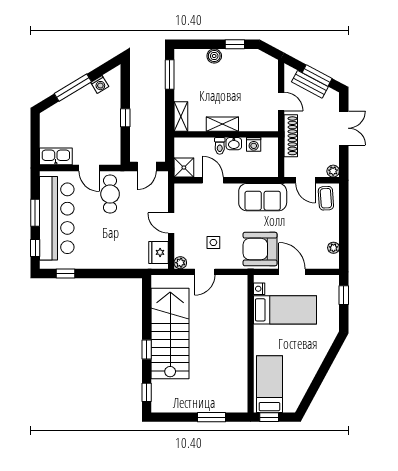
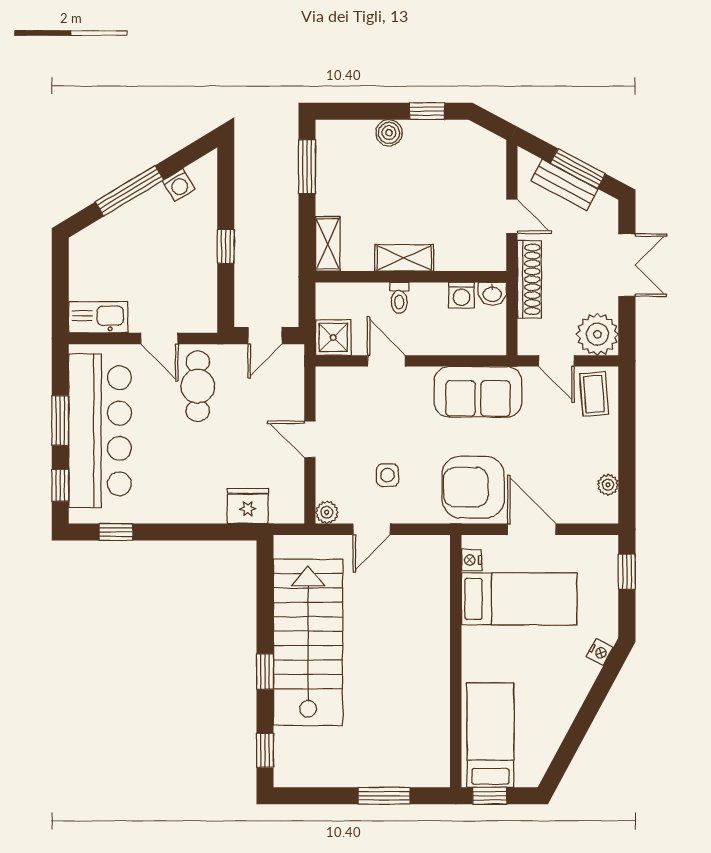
washbasin: (234, 144) -> (492, 294), moved
plant: (333, 171) -> (597, 334), width x1.87, depth x1.87
fridge: (158, 252) -> (248, 506), moved, turned 90
nightstand: (329, 339) -> (600, 652), added

